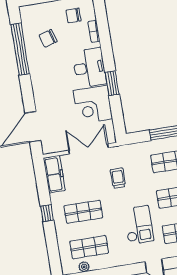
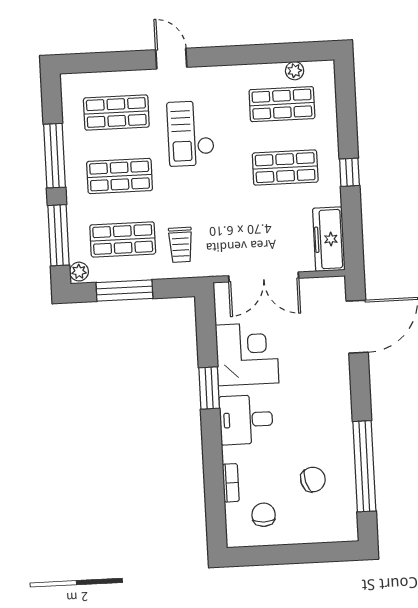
chair: (74, 15) -> (264, 515), turned -90
desk: (89, 68) -> (246, 420), width x0.73
trolley: (118, 178) -> (181, 245), moved

